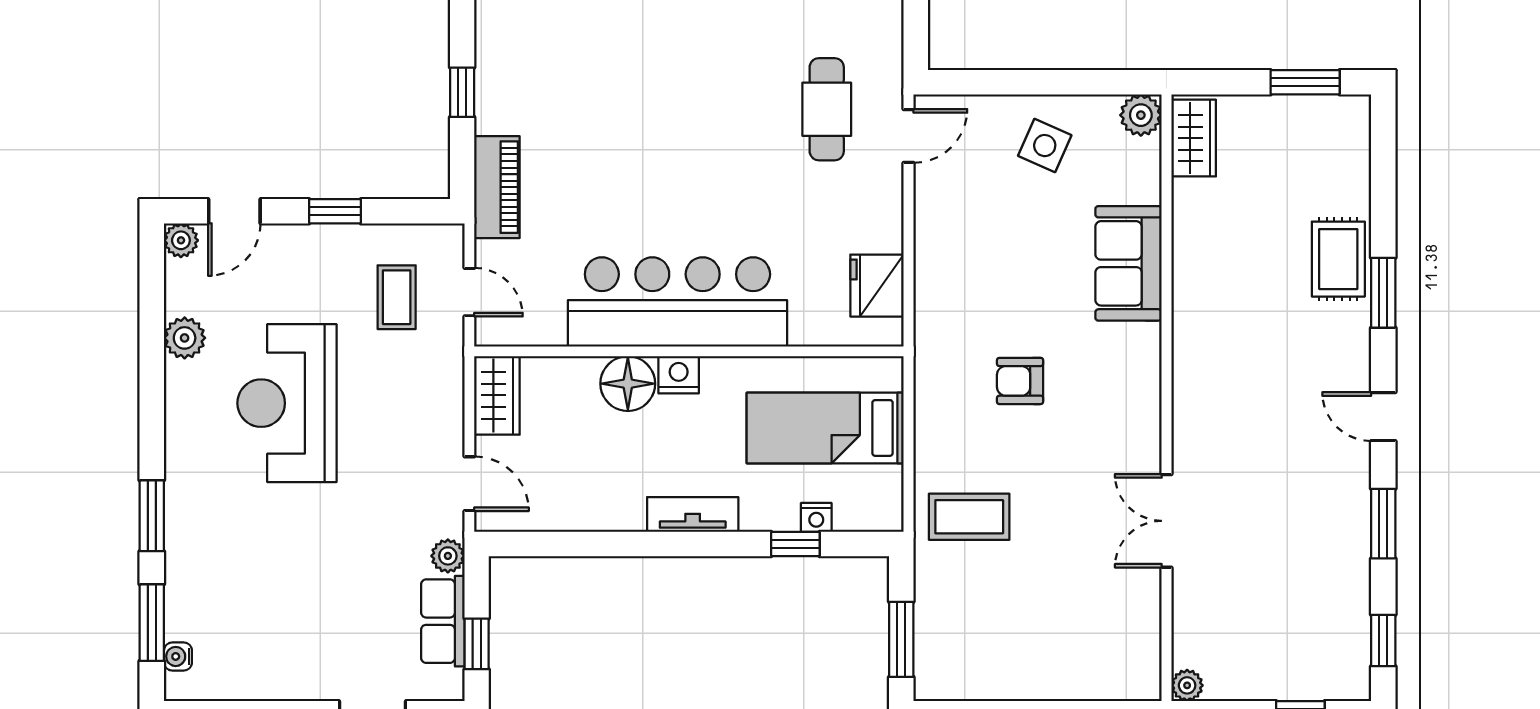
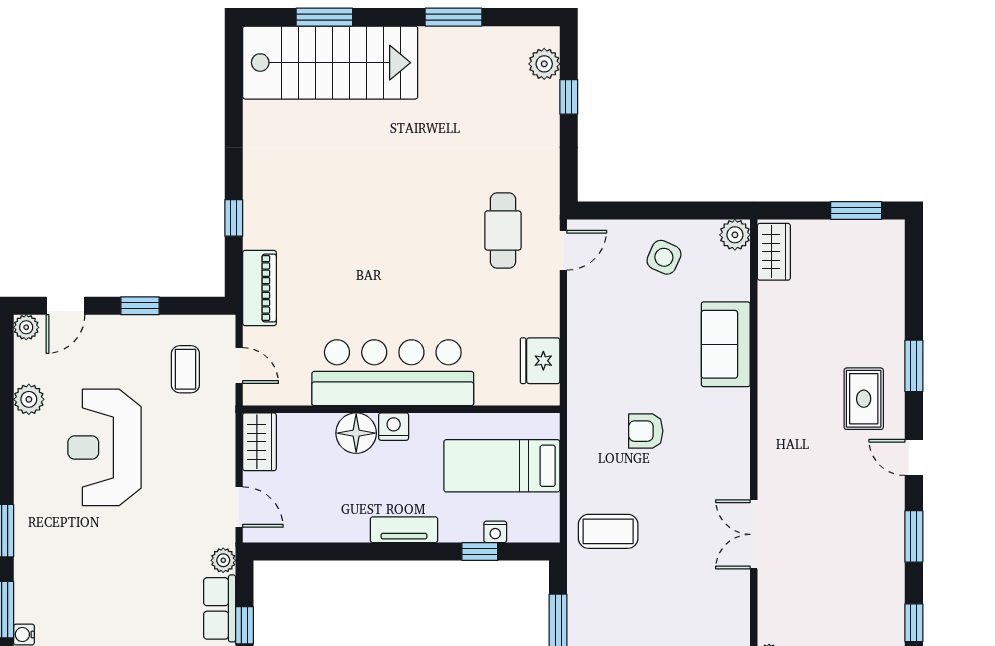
rug: (1338, 259) -> (864, 399), moved

